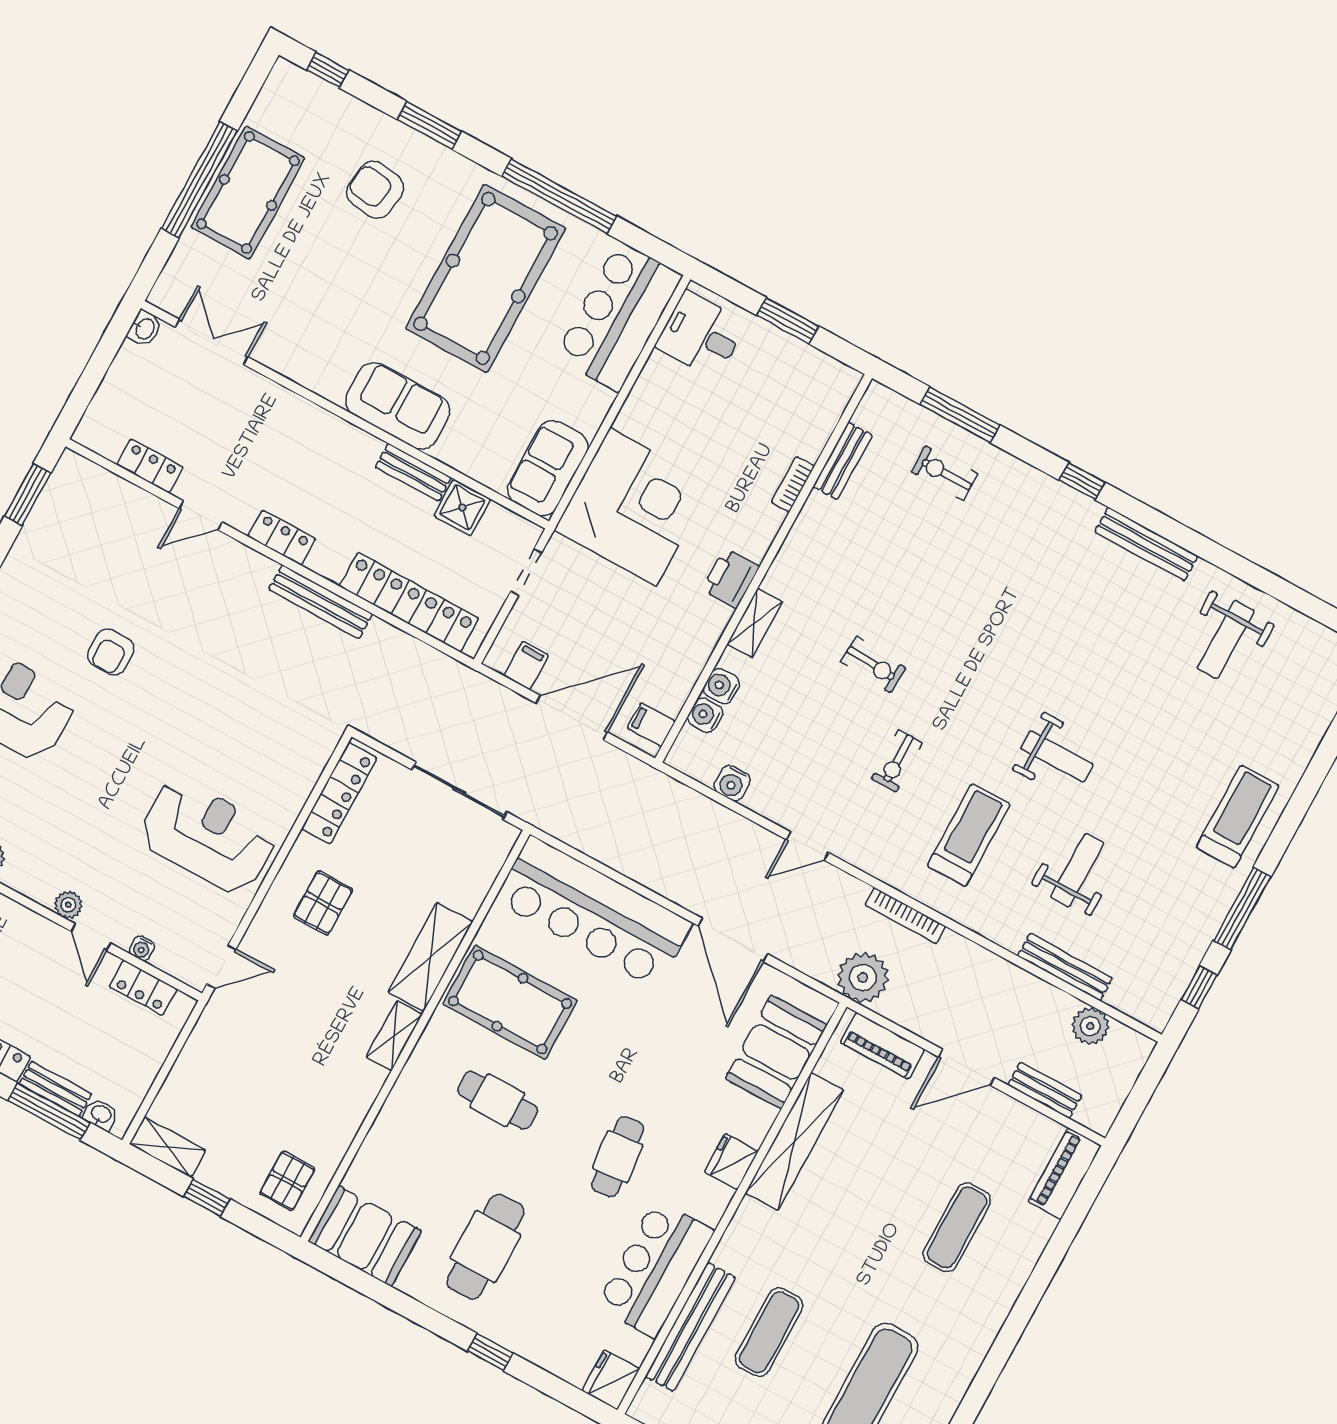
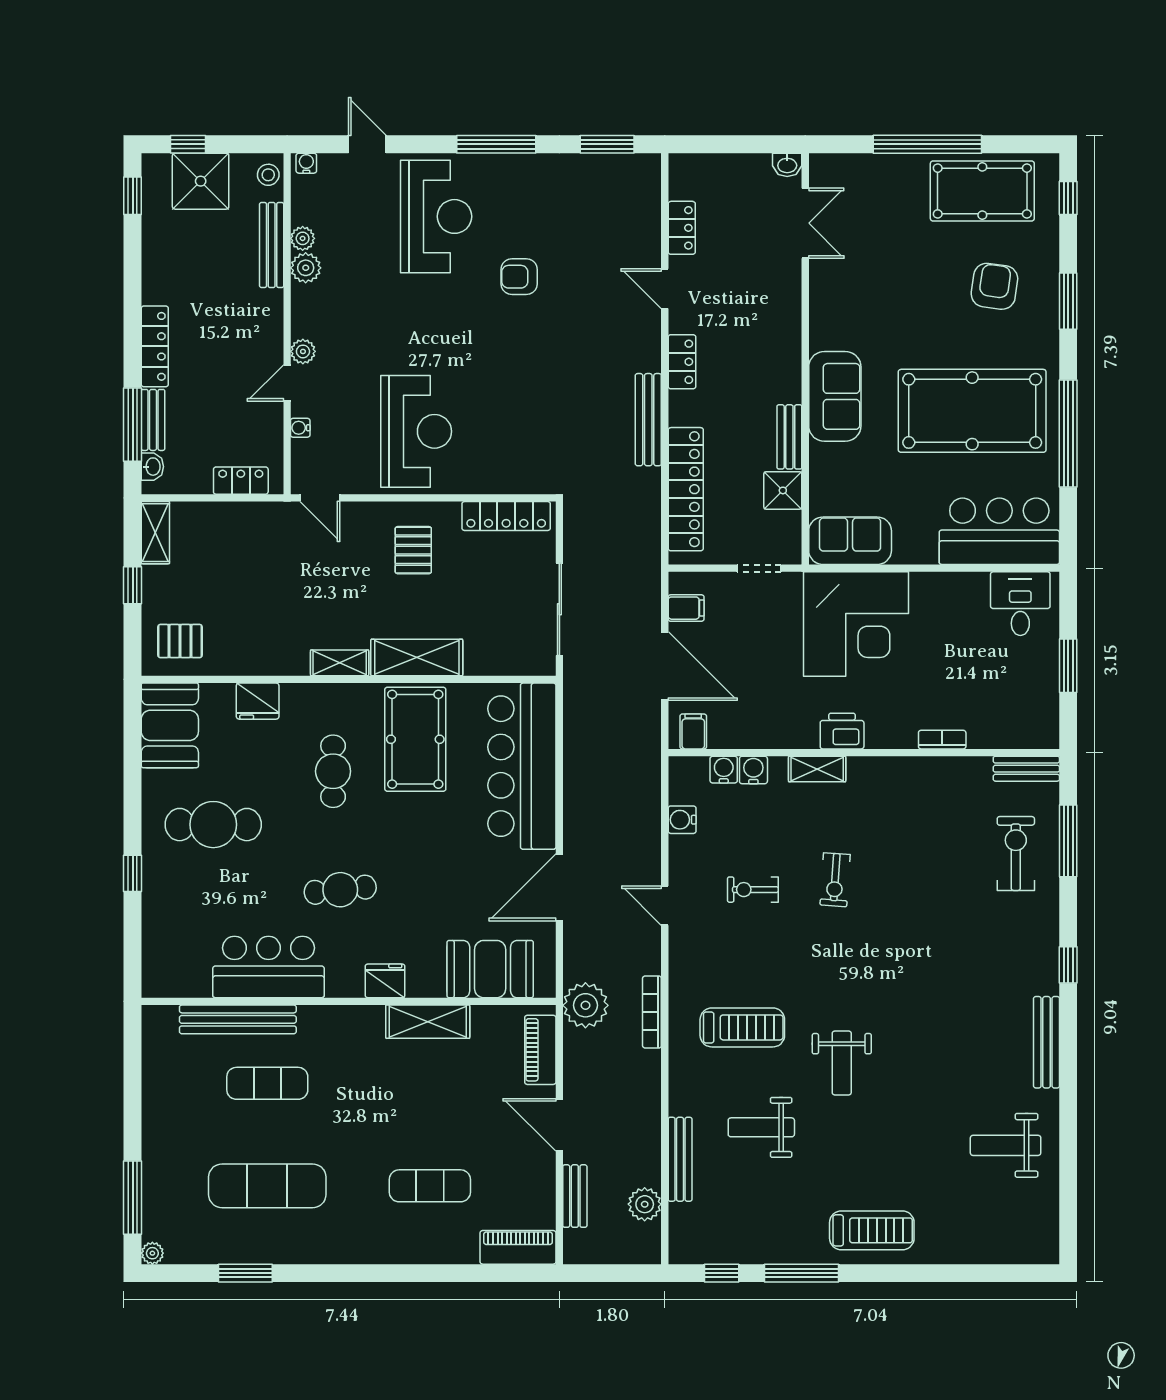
pool table: (248, 192) -> (982, 191), moved
bench: (843, 461) -> (1026, 769), moved
exercise bike: (944, 473) -> (1016, 854), width x1.38, depth x1.39
exercise bike: (897, 761) -> (753, 890), moved
weight bench: (1077, 870) -> (761, 1127), turned 180
pallet: (323, 903) -> (413, 550), turned 90
locker: (143, 988) -> (241, 481), moved, turned 90
shelving: (794, 1141) -> (428, 1022), width x0.68
fridge: (611, 1380) -> (258, 701), moved, turned 180

